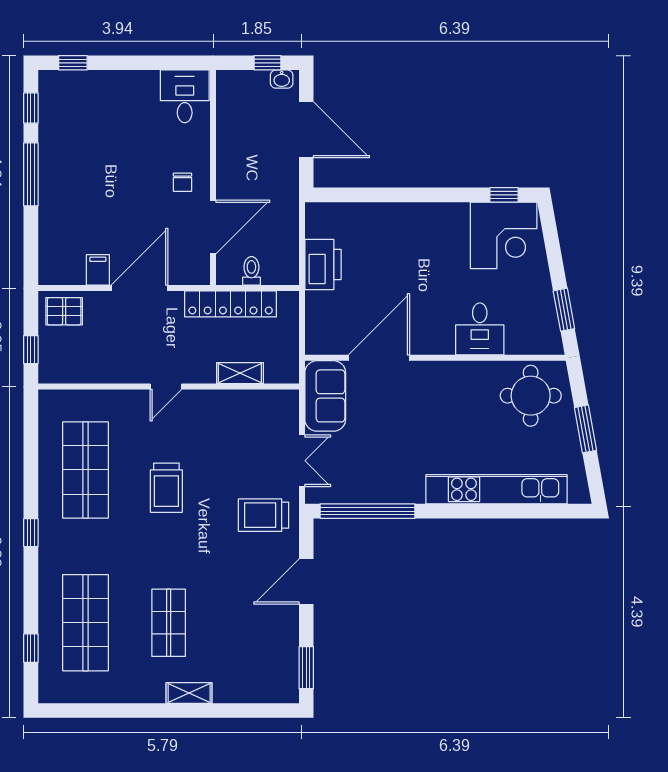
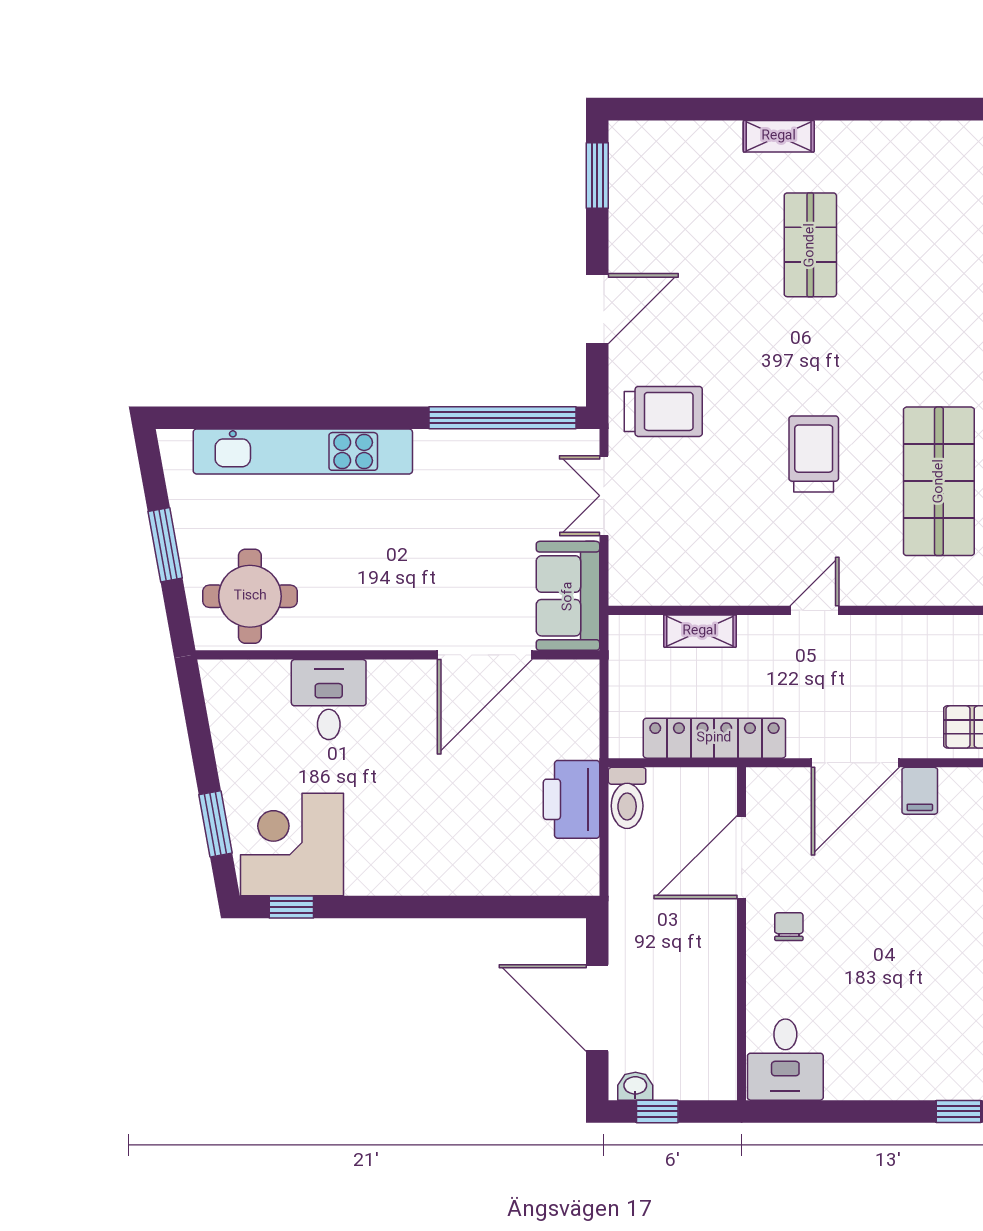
toilet: (251, 271) -> (627, 798), moved, width x1.37, depth x1.39
window: (564, 310) -> (215, 824), moved
shop shelf: (85, 623) -> (939, 245), removed

